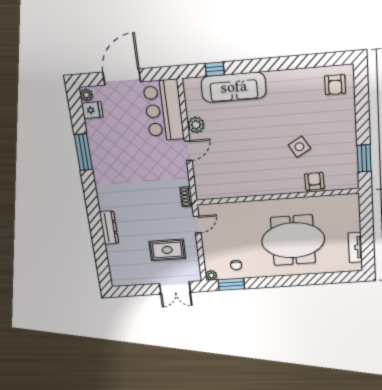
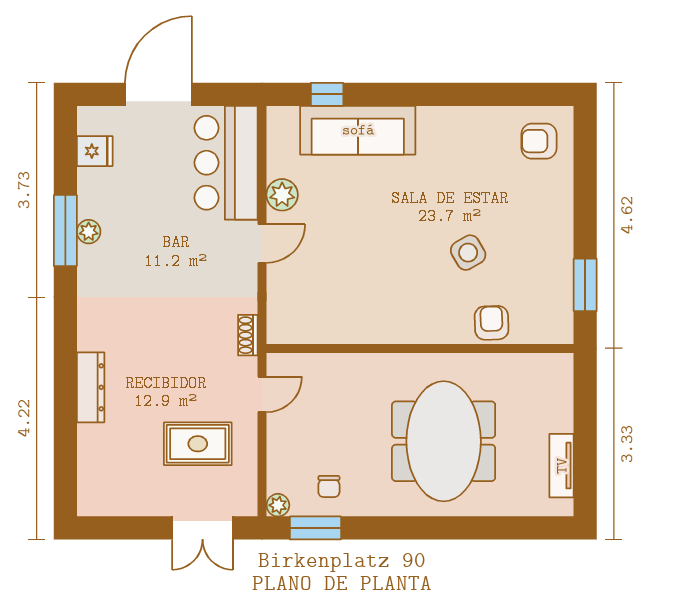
armchair: (335, 85) -> (539, 141), turned 90
plant: (86, 95) -> (89, 232), moved
meeting table: (293, 240) -> (444, 441), turned 90

